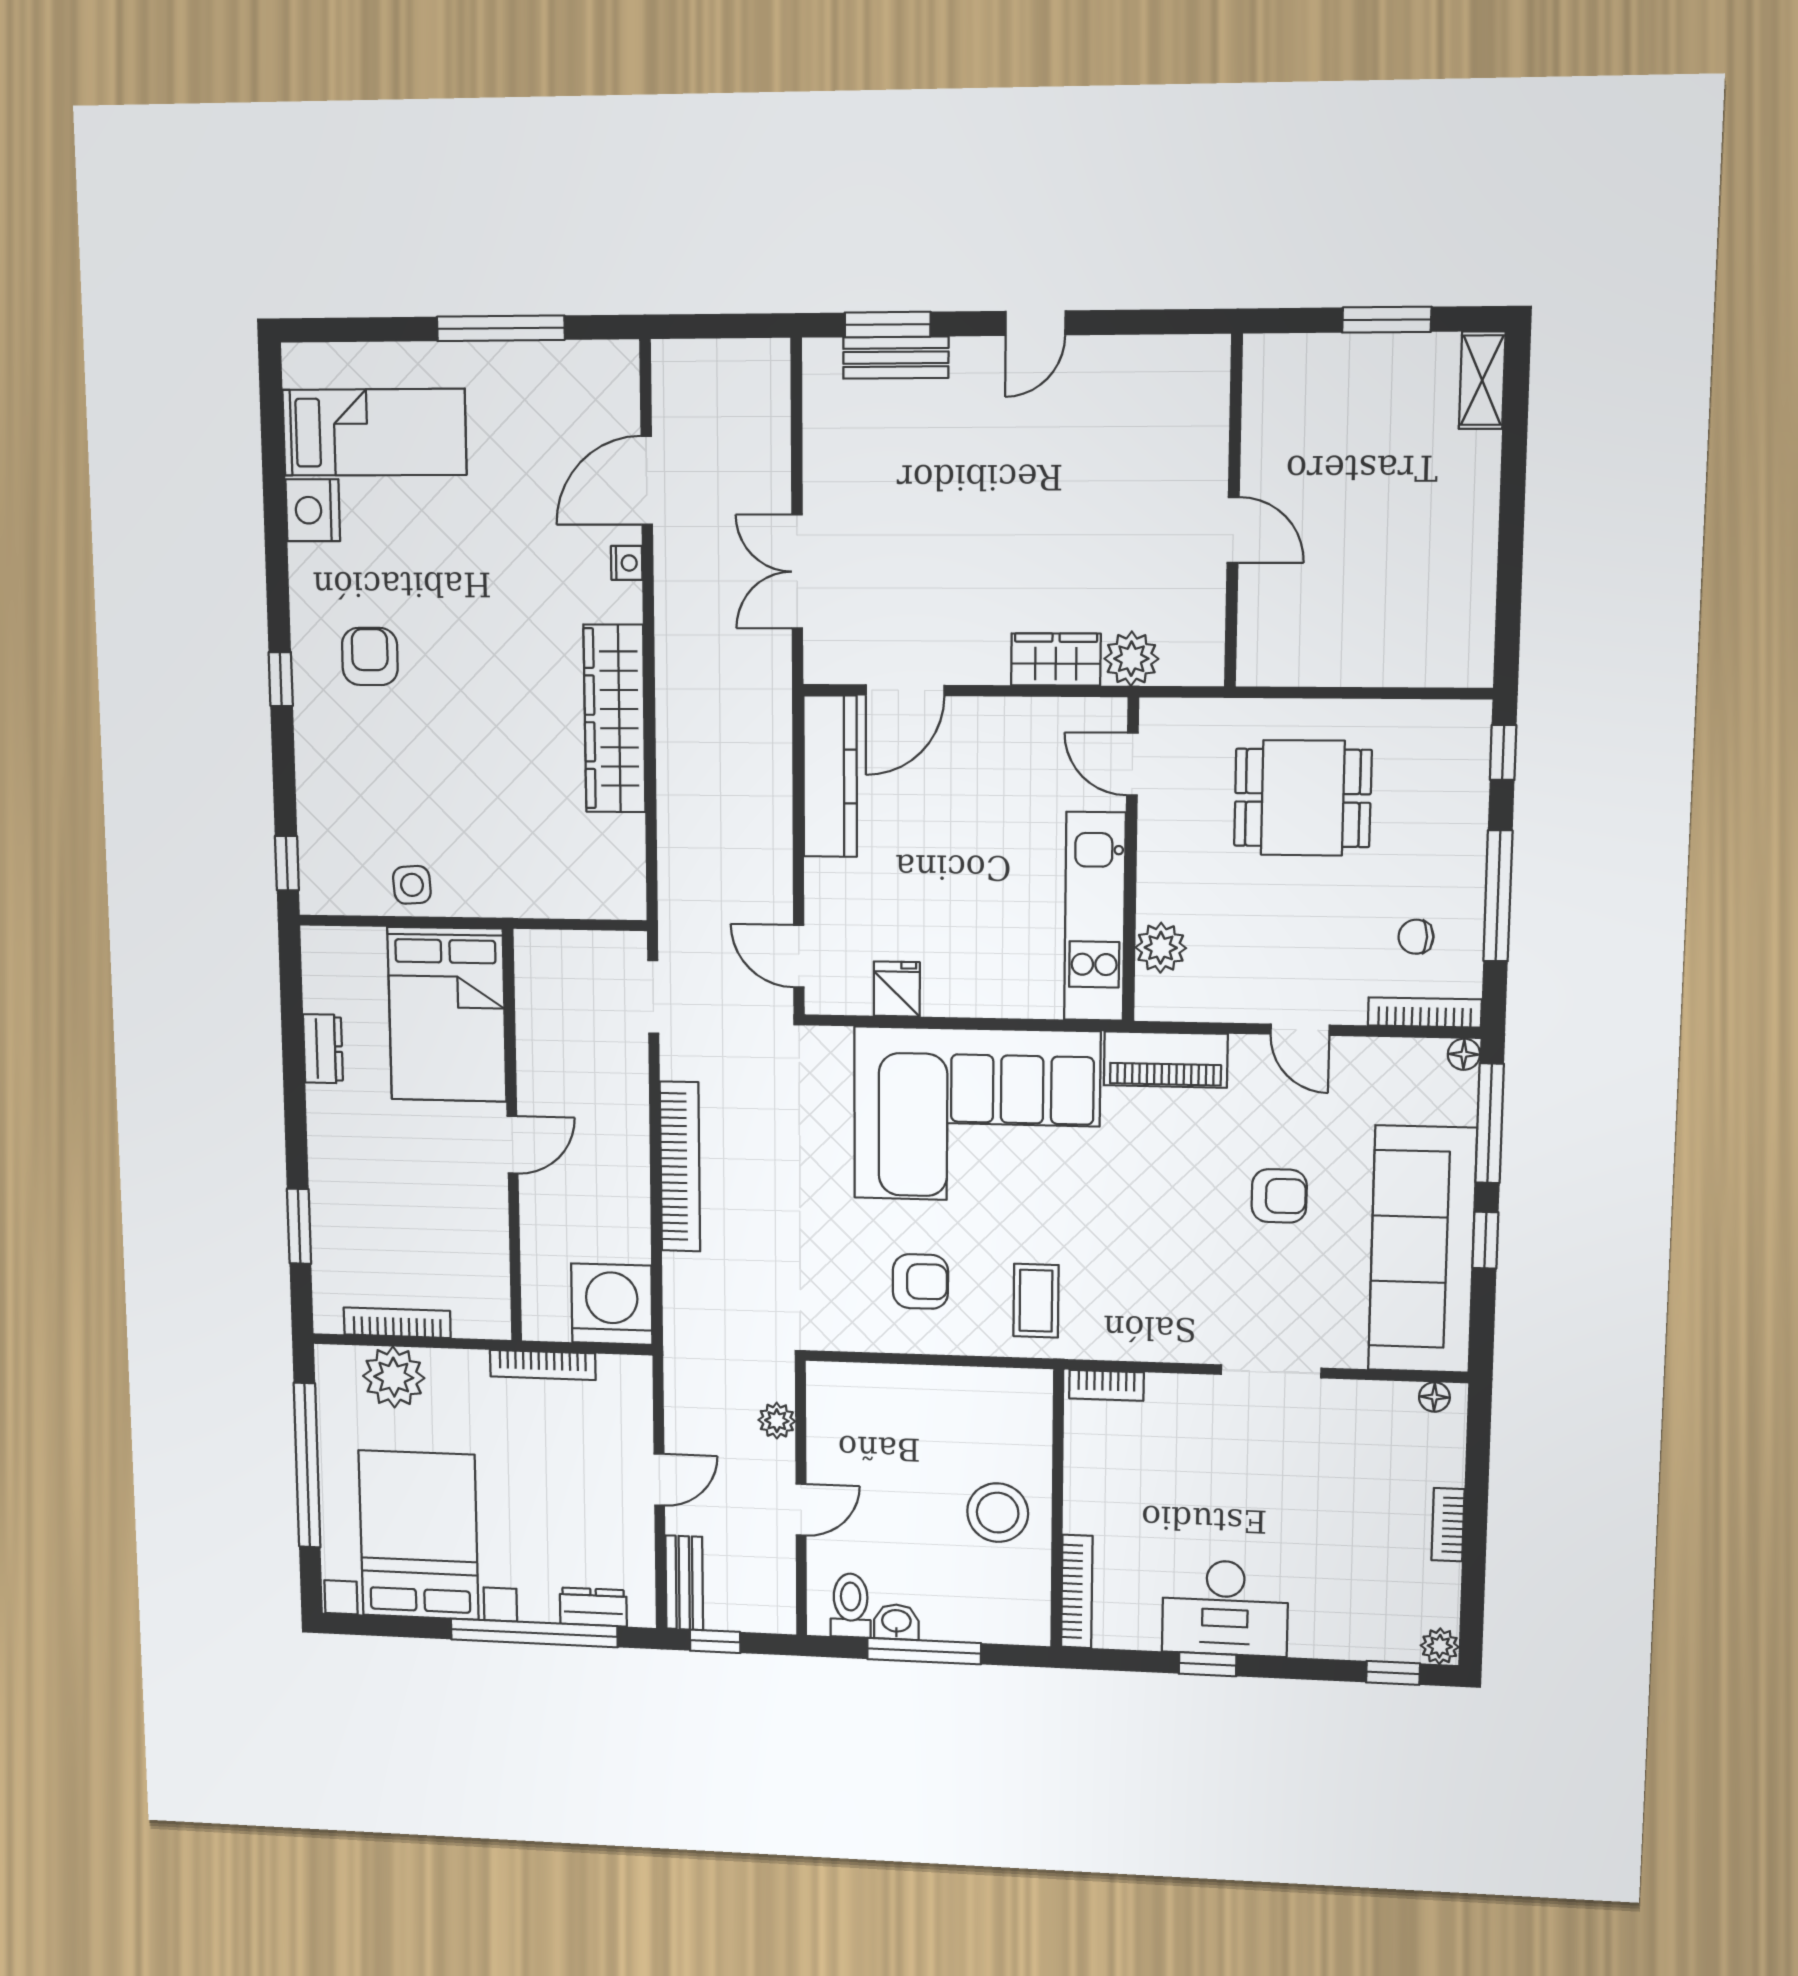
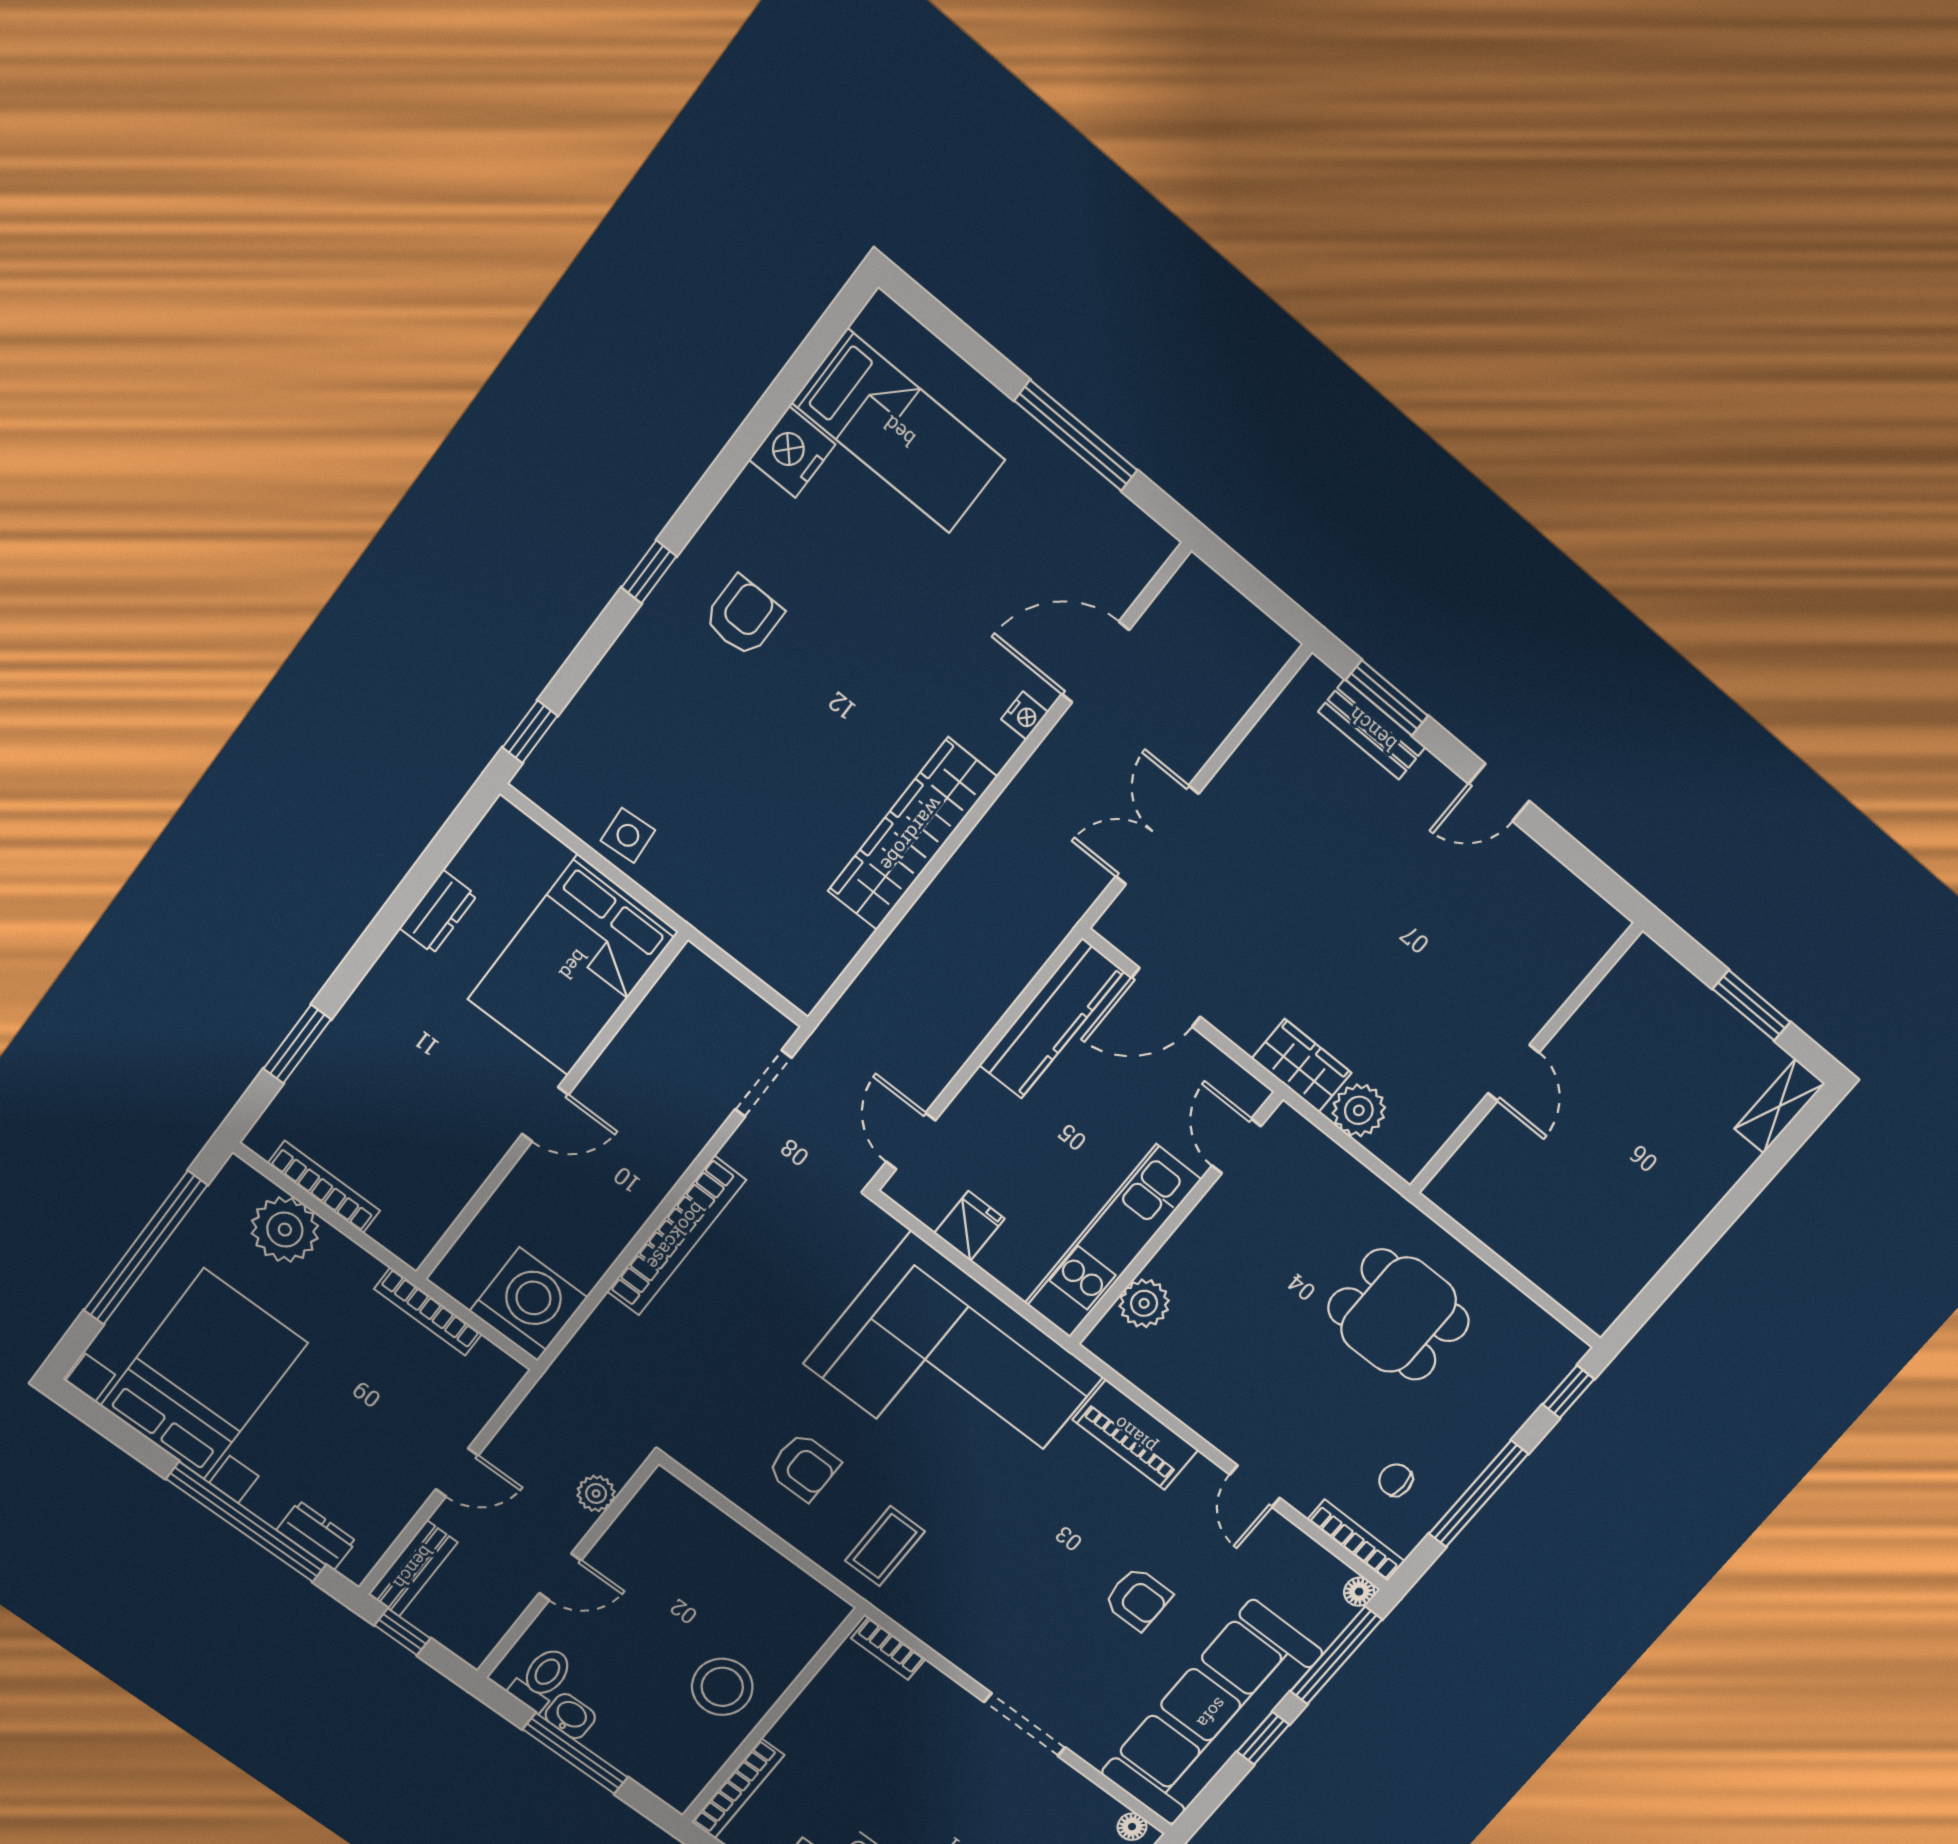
door: (1132, 764) -> (1236, 1146), moved
wall: (1131, 861) -> (1175, 1219), moved
kitchen unit: (1095, 917) -> (1113, 1241), moved
plant: (1161, 948) -> (1144, 1303), moved

